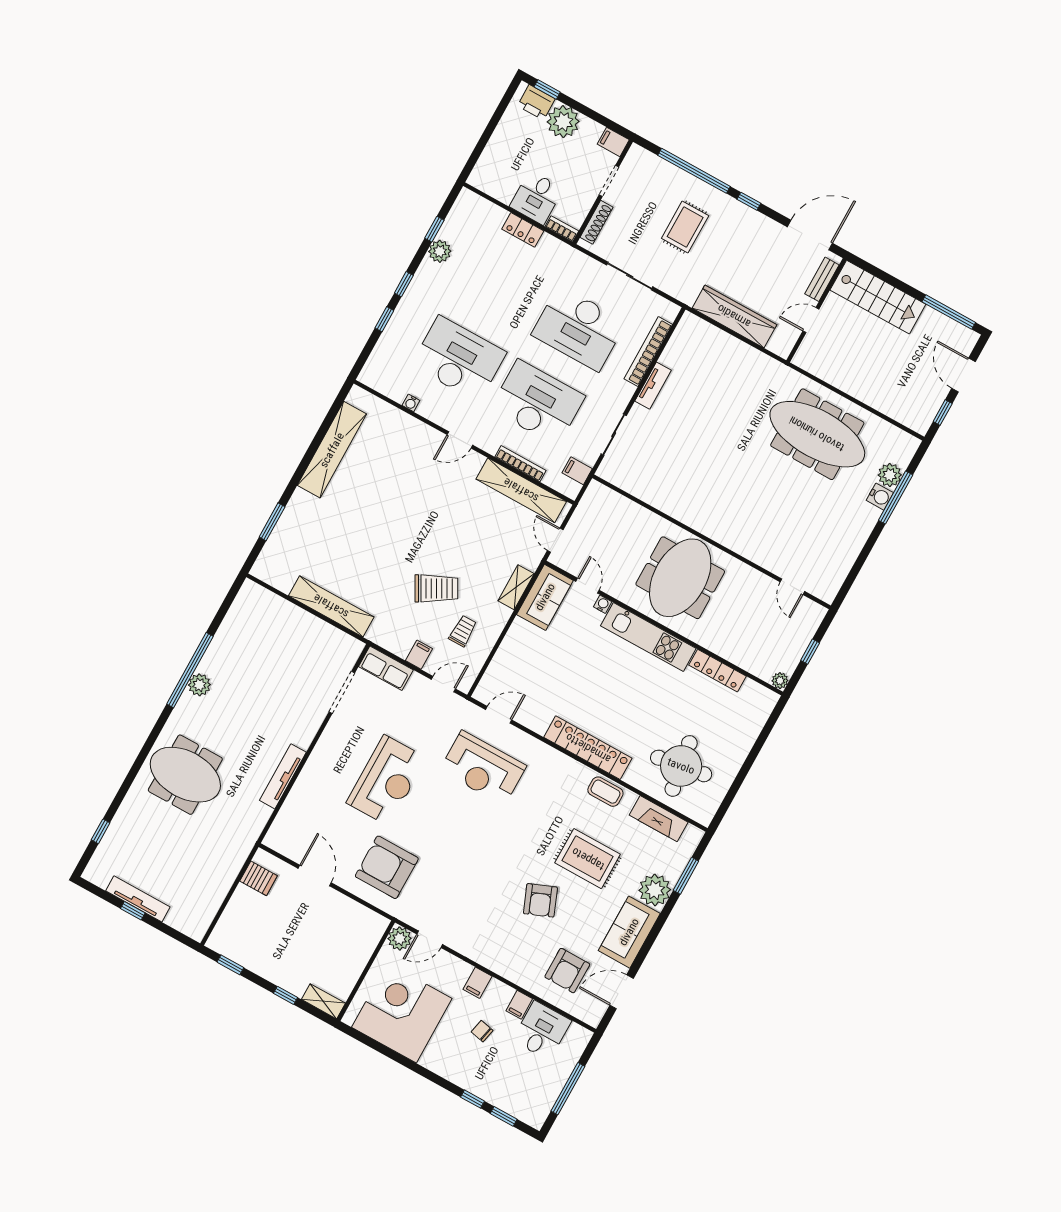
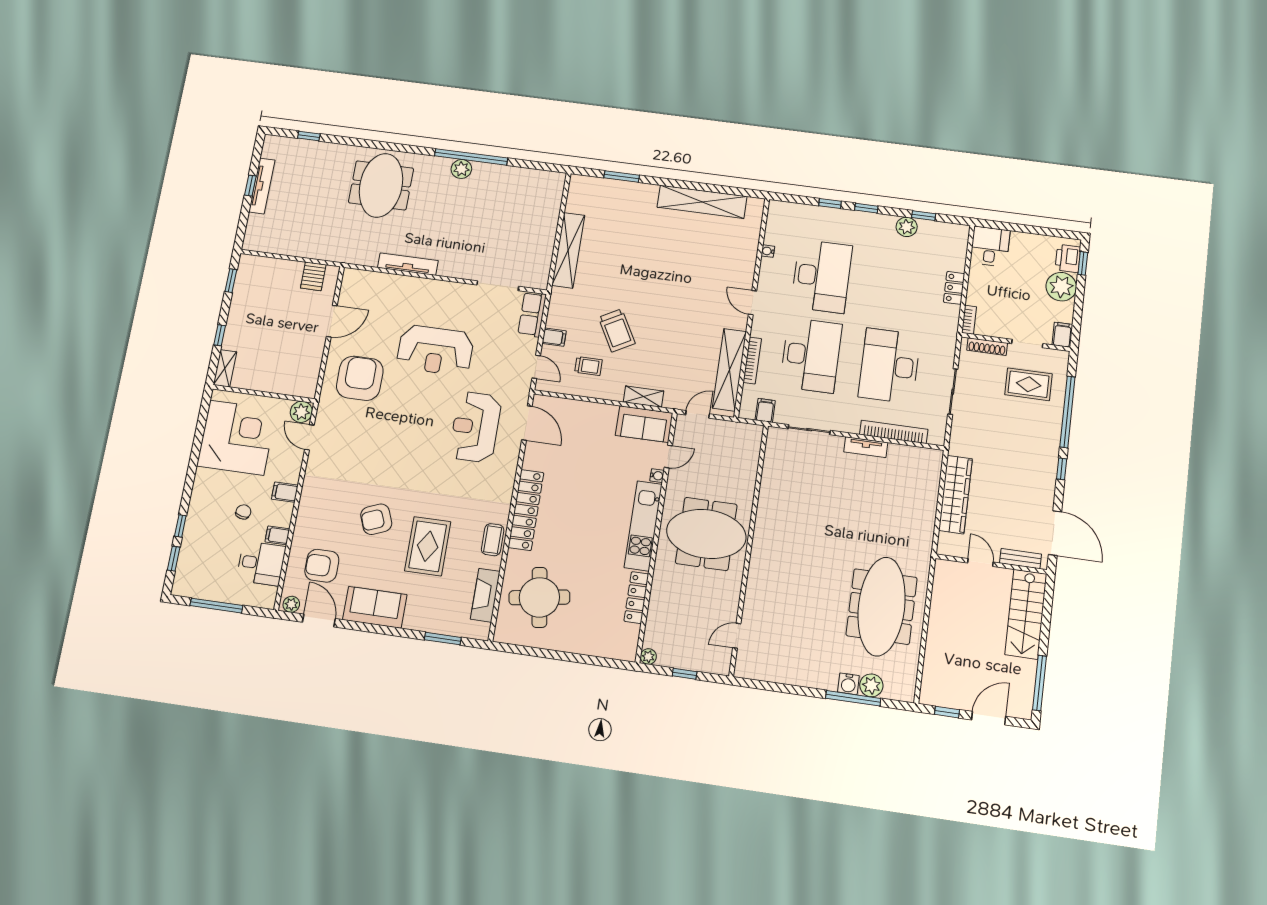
desk: (537, 198) -> (990, 246), moved, turned 90
rug: (685, 227) -> (1029, 384), moved
door: (499, 715) -> (527, 423), width x1.38
plant: (655, 890) -> (291, 604), moved, width x0.53, depth x0.53

